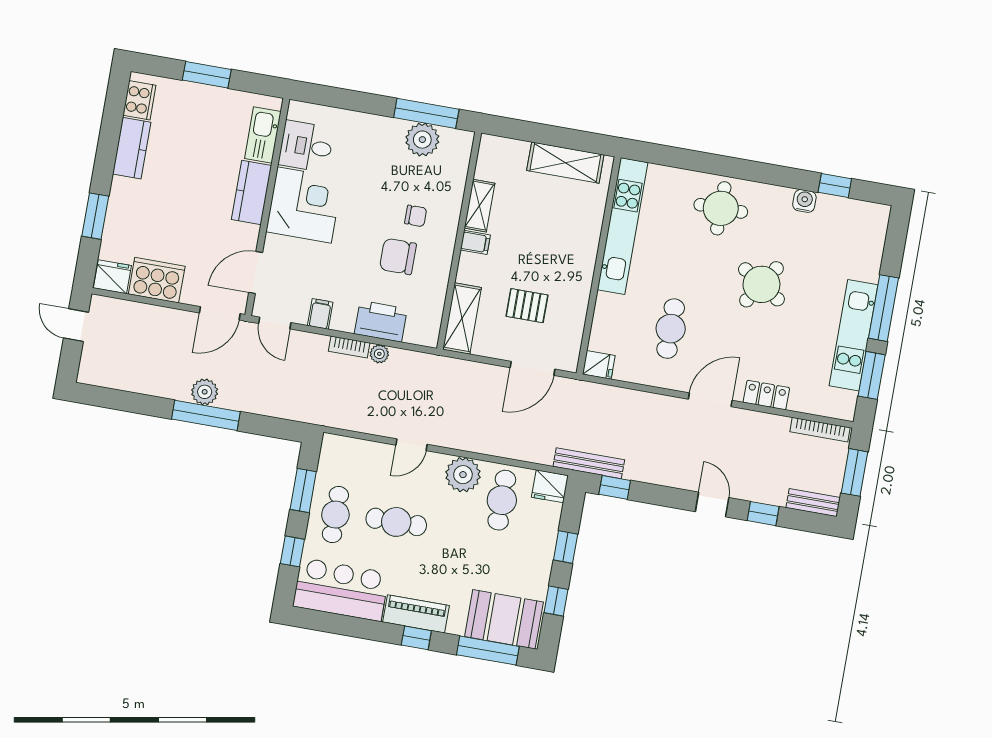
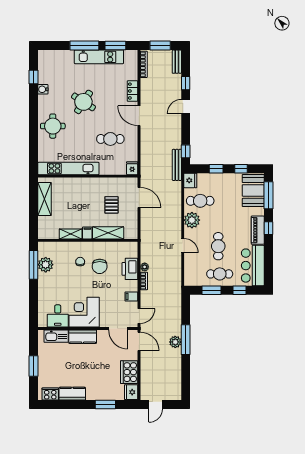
shelving: (462, 318) -> (108, 233), moved

